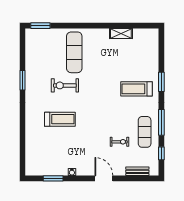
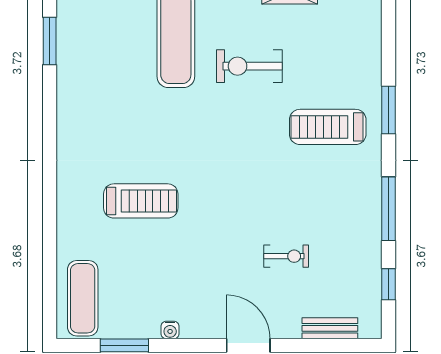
window: (23, 80) -> (50, 41), moved
exercise bike: (65, 85) -> (249, 66), moved
exercise mat: (145, 132) -> (83, 298), moved

